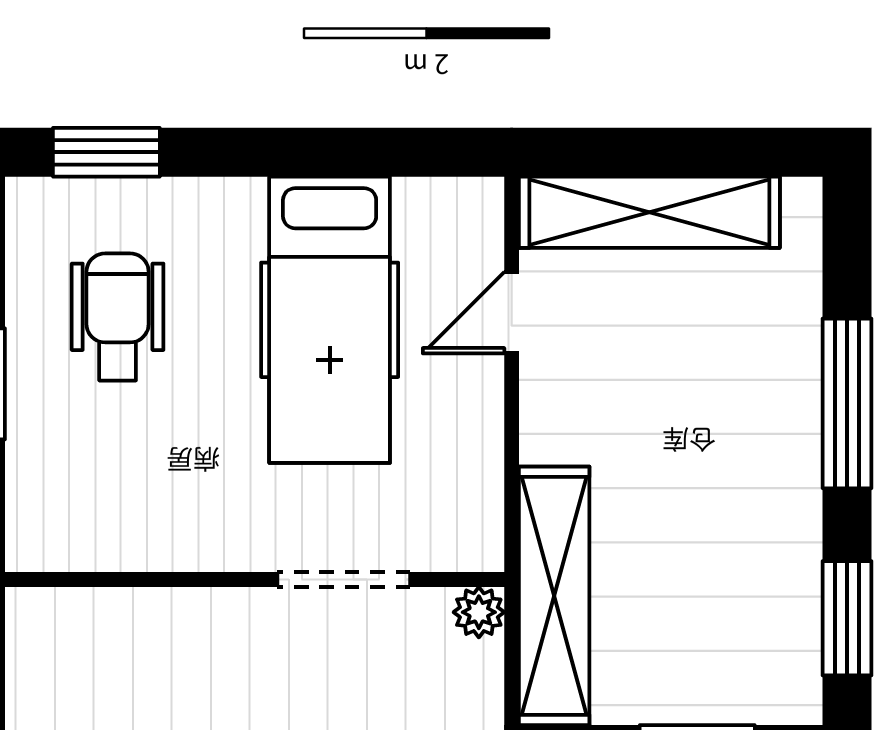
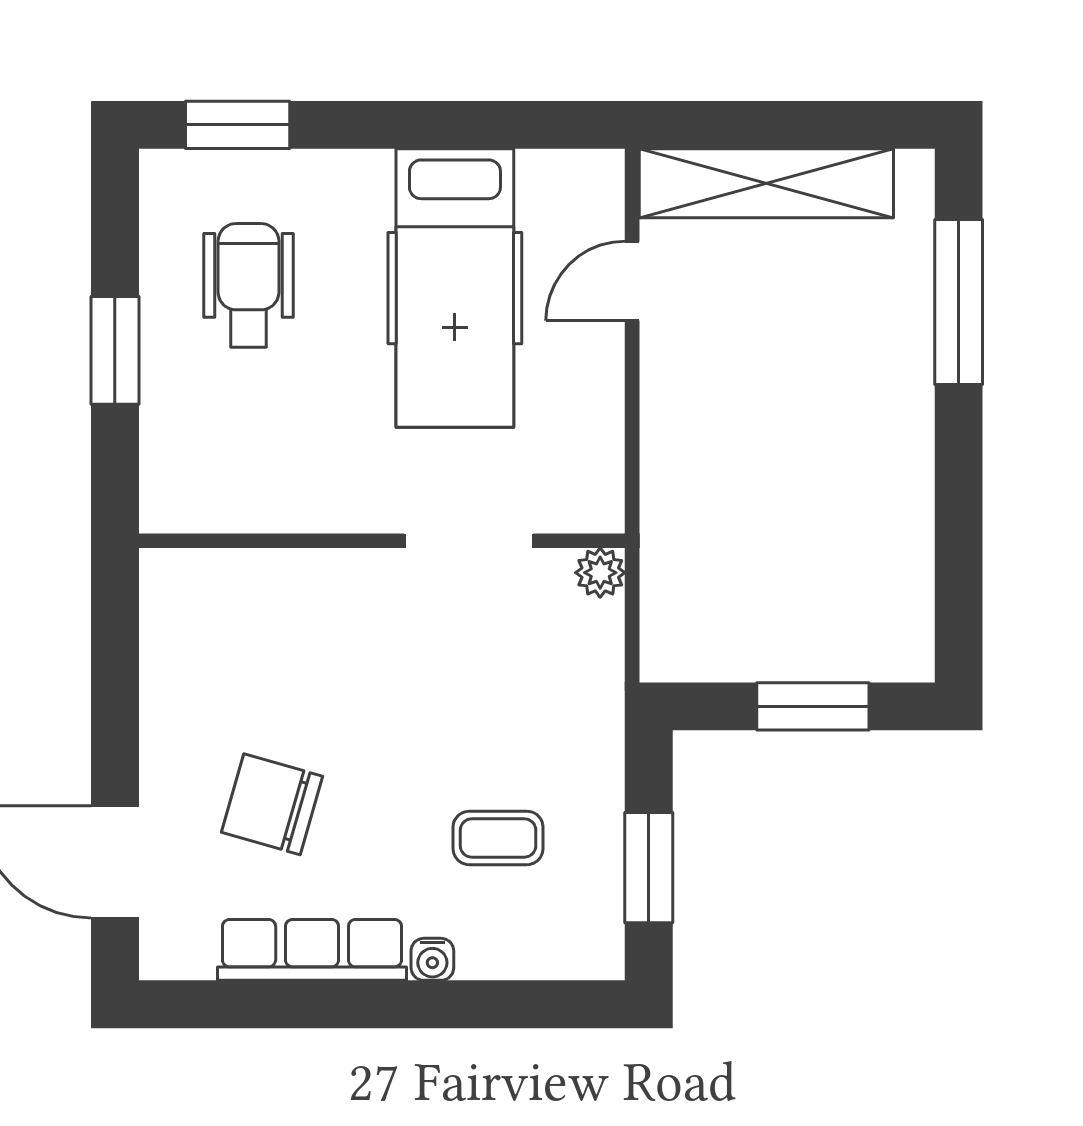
window: (847, 403) -> (959, 302), moved
shelving: (554, 596) -> (674, 557), removed
window: (847, 618) -> (959, 579), removed

